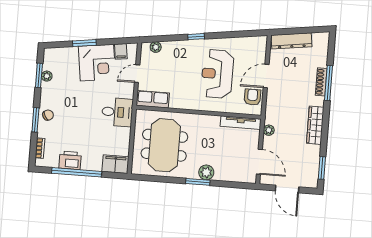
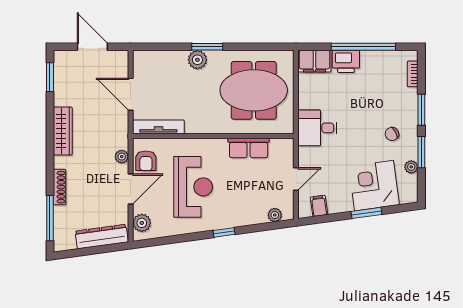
plant: (259, 49) -> (142, 223), added
corner desk: (97, 63) -> (374, 186), moved
window: (39, 75) -> (421, 152), moved
window: (329, 83) -> (50, 218), moved
row of seats: (153, 99) -> (249, 148), moved
chair: (48, 115) -> (392, 134), moved
plant: (269, 130) -> (122, 157), moved
meeting table: (164, 145) -> (254, 90), turned 90
printer: (70, 160) -> (346, 61), moved
door: (259, 162) -> (131, 94), moved

